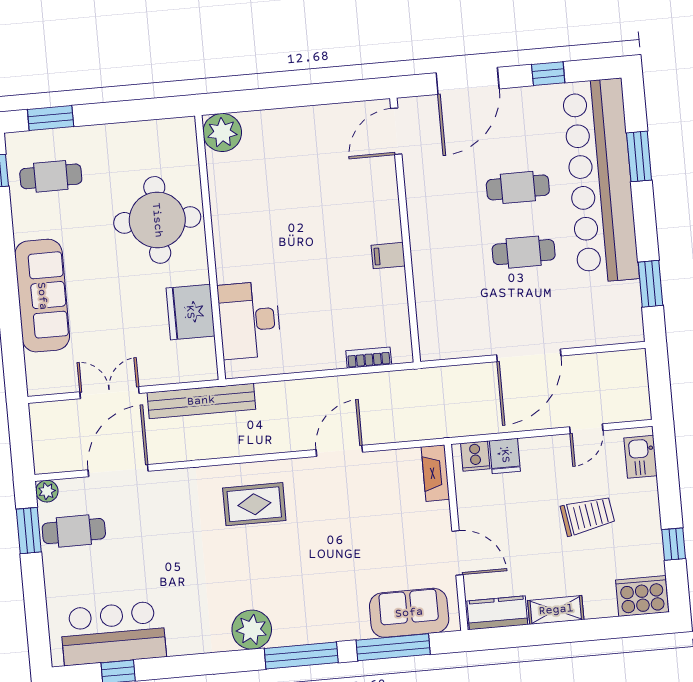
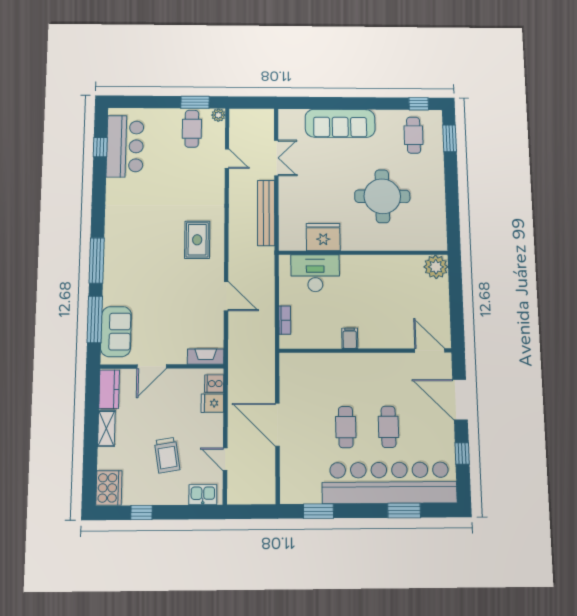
plant: (222, 133) -> (436, 267), moved
wall: (210, 247) -> (363, 253), moved
fridge: (190, 312) -> (323, 237), moved
desk: (249, 320) -> (315, 273), moved
door: (118, 471) -> (227, 159), width x0.53
plant: (252, 630) -> (117, 231), removed

